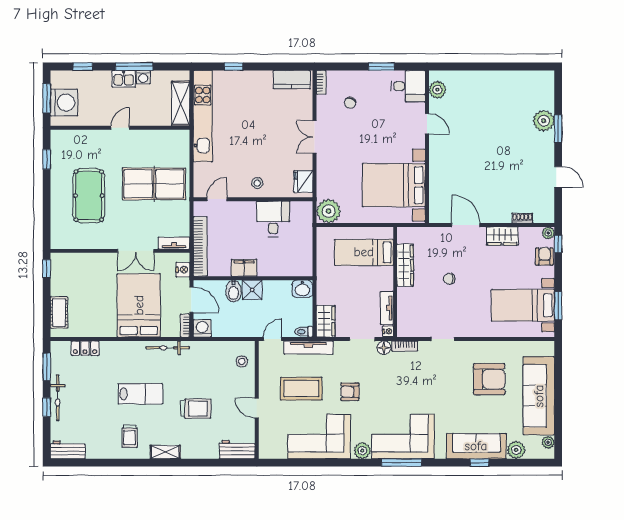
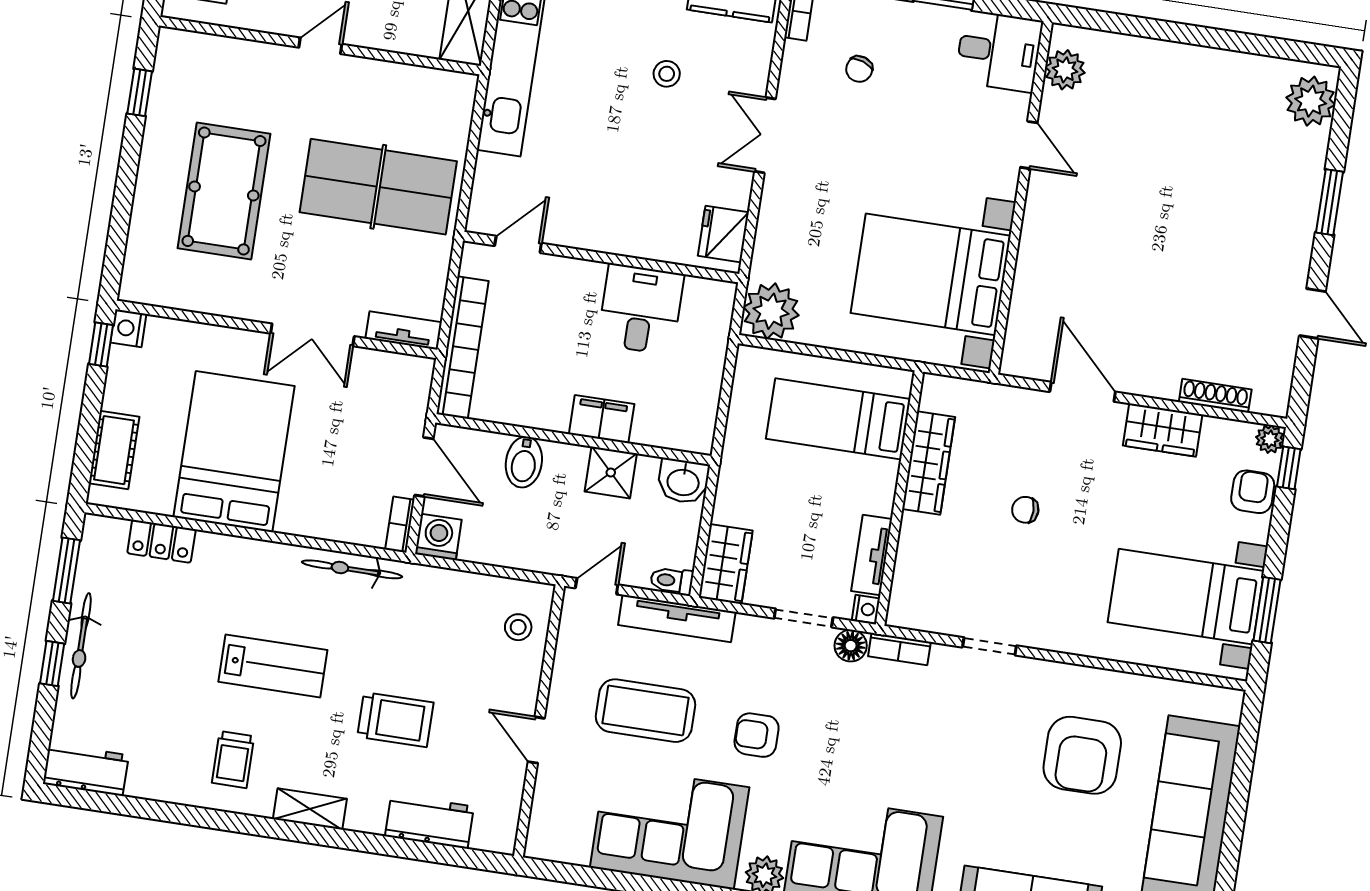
plant: (544, 121) -> (1311, 101), moved
stool: (257, 183) -> (667, 74), moved
shoe rack: (522, 218) -> (1215, 396), width x1.43
filing cabinet: (244, 268) -> (602, 419), moved
nightstand: (183, 270) -> (128, 328), moved, turned 180
shower: (252, 290) -> (611, 472), moved
bed: (139, 305) -> (234, 452), moved
armchair: (489, 379) -> (1082, 755), turned 90
workbench: (237, 450) -> (429, 821), moved

